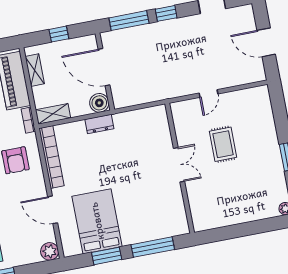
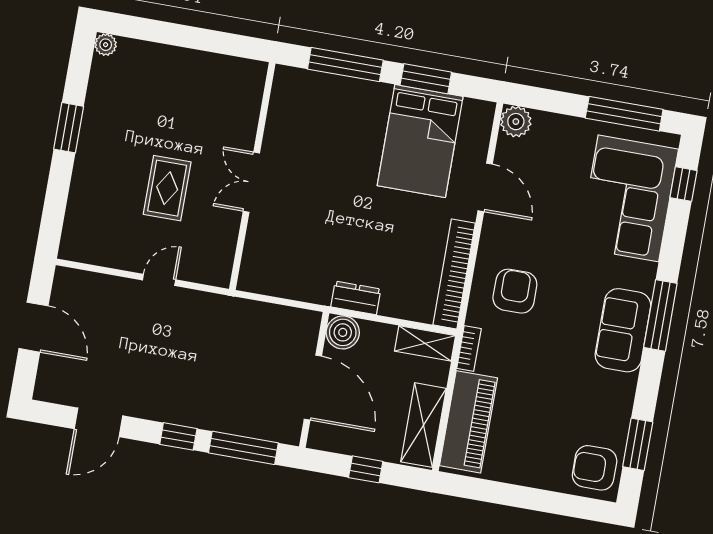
shelving: (35, 70) -> (424, 425), width x1.50, depth x1.33

